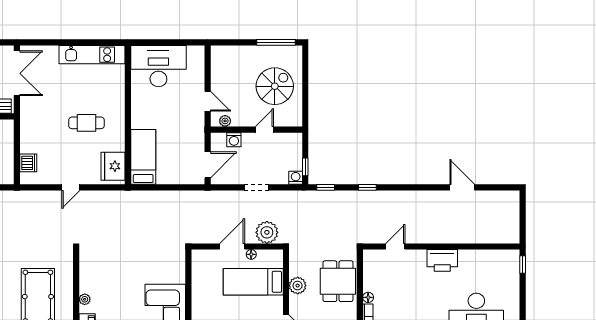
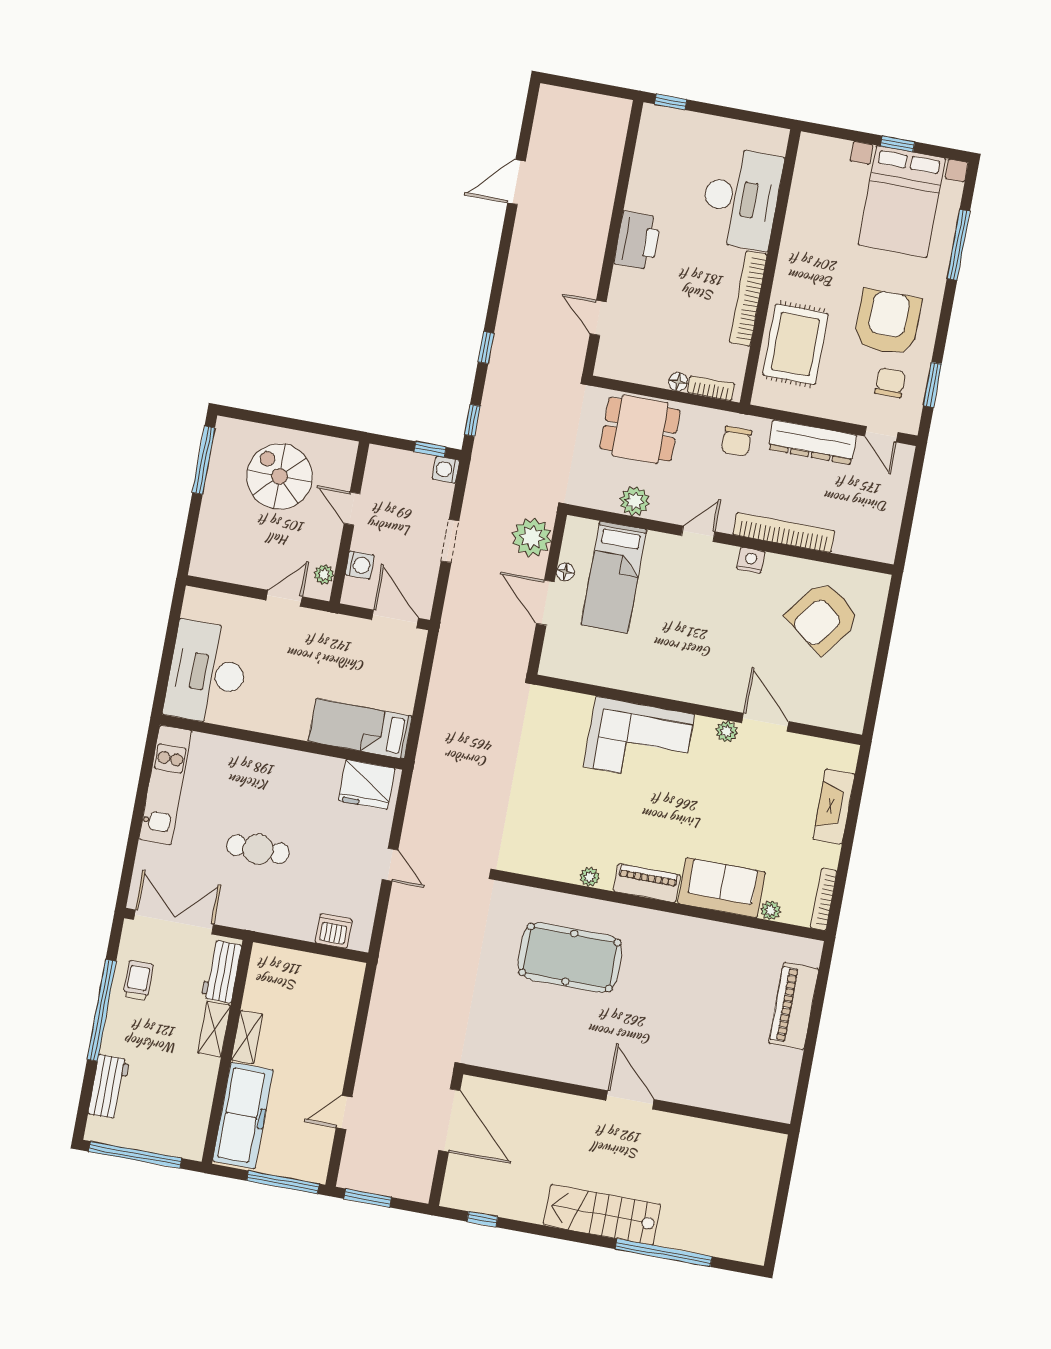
cafe table: (86, 123) -> (258, 849), moved, turned 90

